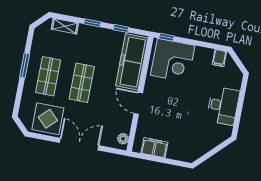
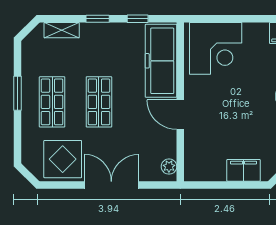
window: (167, 37) -> (201, 19), removed
filing cabinet: (154, 148) -> (244, 170), moved

